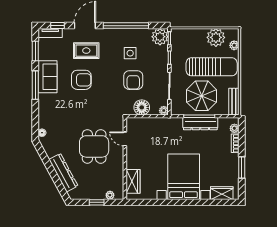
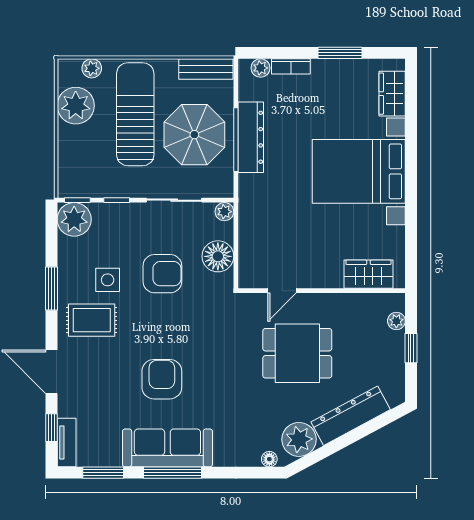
window: (126, 26) -> (51, 288), width x0.47
rug: (86, 51) -> (92, 320), moved, turned 90
sofa: (48, 77) -> (167, 448), width x1.36
plant: (52, 147) -> (299, 439), added

